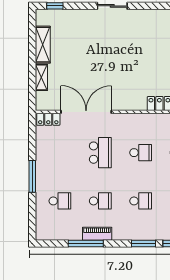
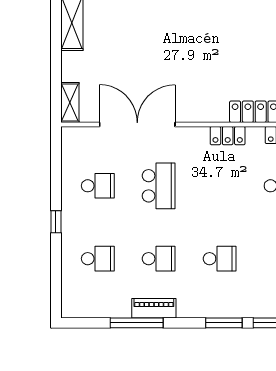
shelving: (41, 77) -> (70, 103), moved
locker: (48, 119) -> (228, 136), moved
school desk: (141, 153) -> (98, 186), moved
window: (32, 176) -> (56, 222), width x0.46

